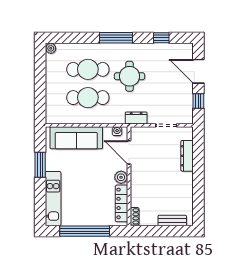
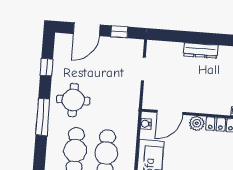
round table: (129, 76) -> (73, 100), moved
dresser: (136, 118) -> (133, 102), removed
dresser: (187, 156) -> (200, 51), moved

